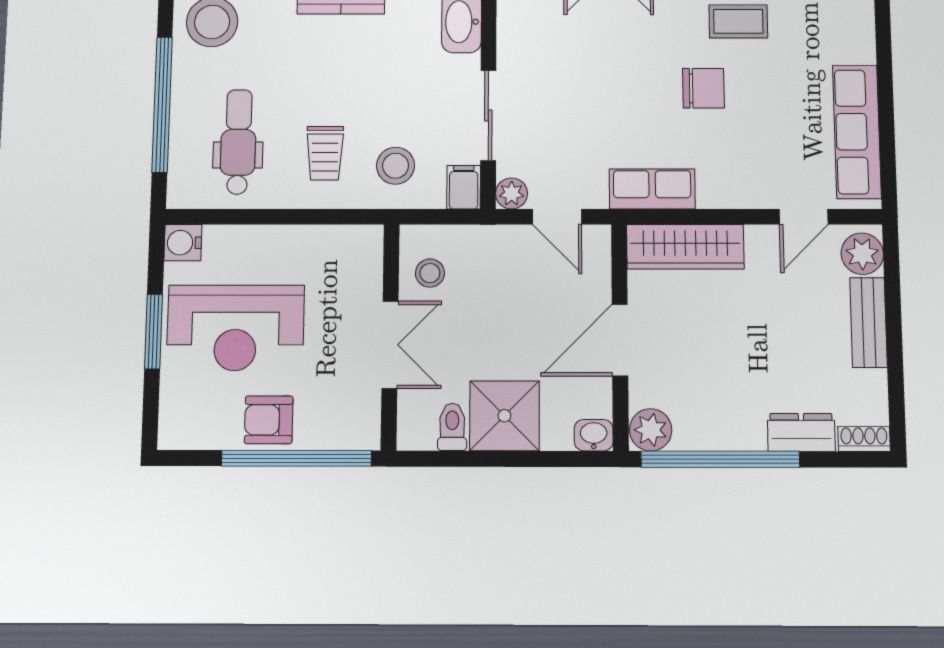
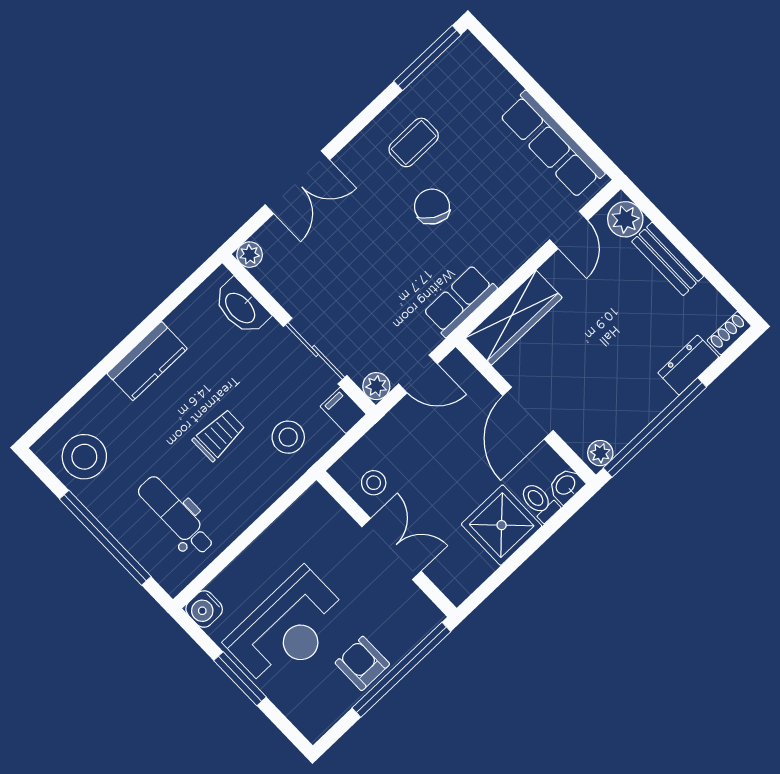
chair: (703, 88) -> (432, 207), turned -59
trolley: (325, 153) -> (219, 435), moved, turned -90
armchair: (269, 420) -> (362, 663), turned 90
toilet: (452, 427) -> (539, 502), moved
plant: (651, 430) -> (600, 453), width x0.73, depth x0.73

